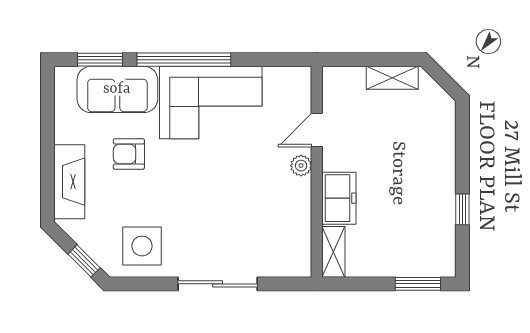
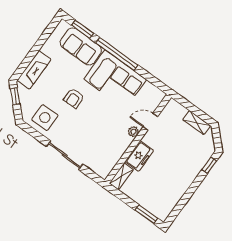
armchair: (129, 154) -> (74, 98), moved, turned -90
window: (462, 209) -> (209, 165), moved
window: (84, 261) -> (15, 96), moved

